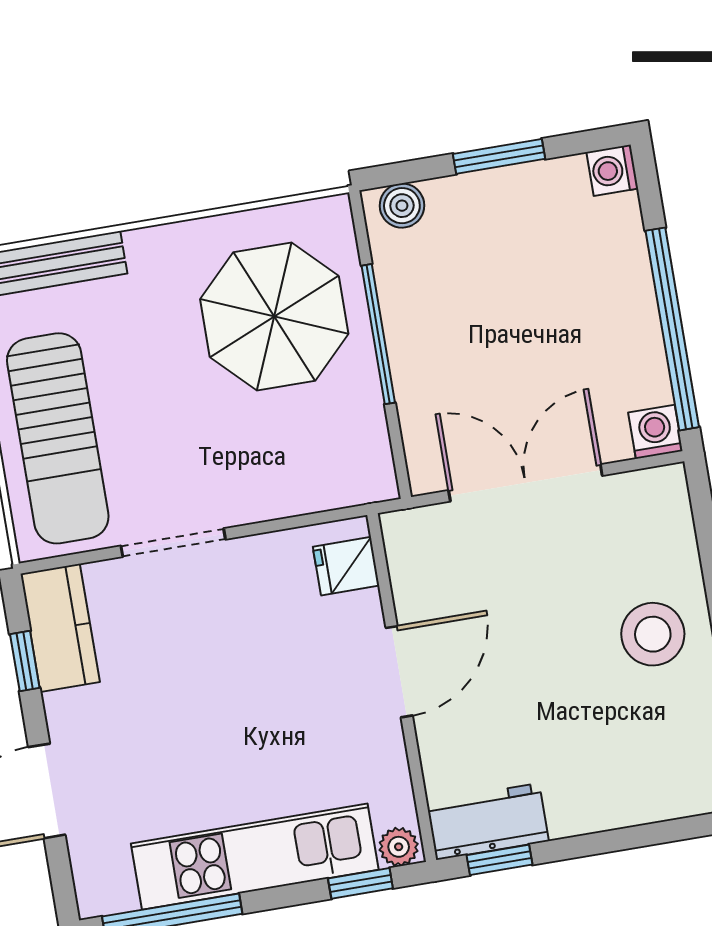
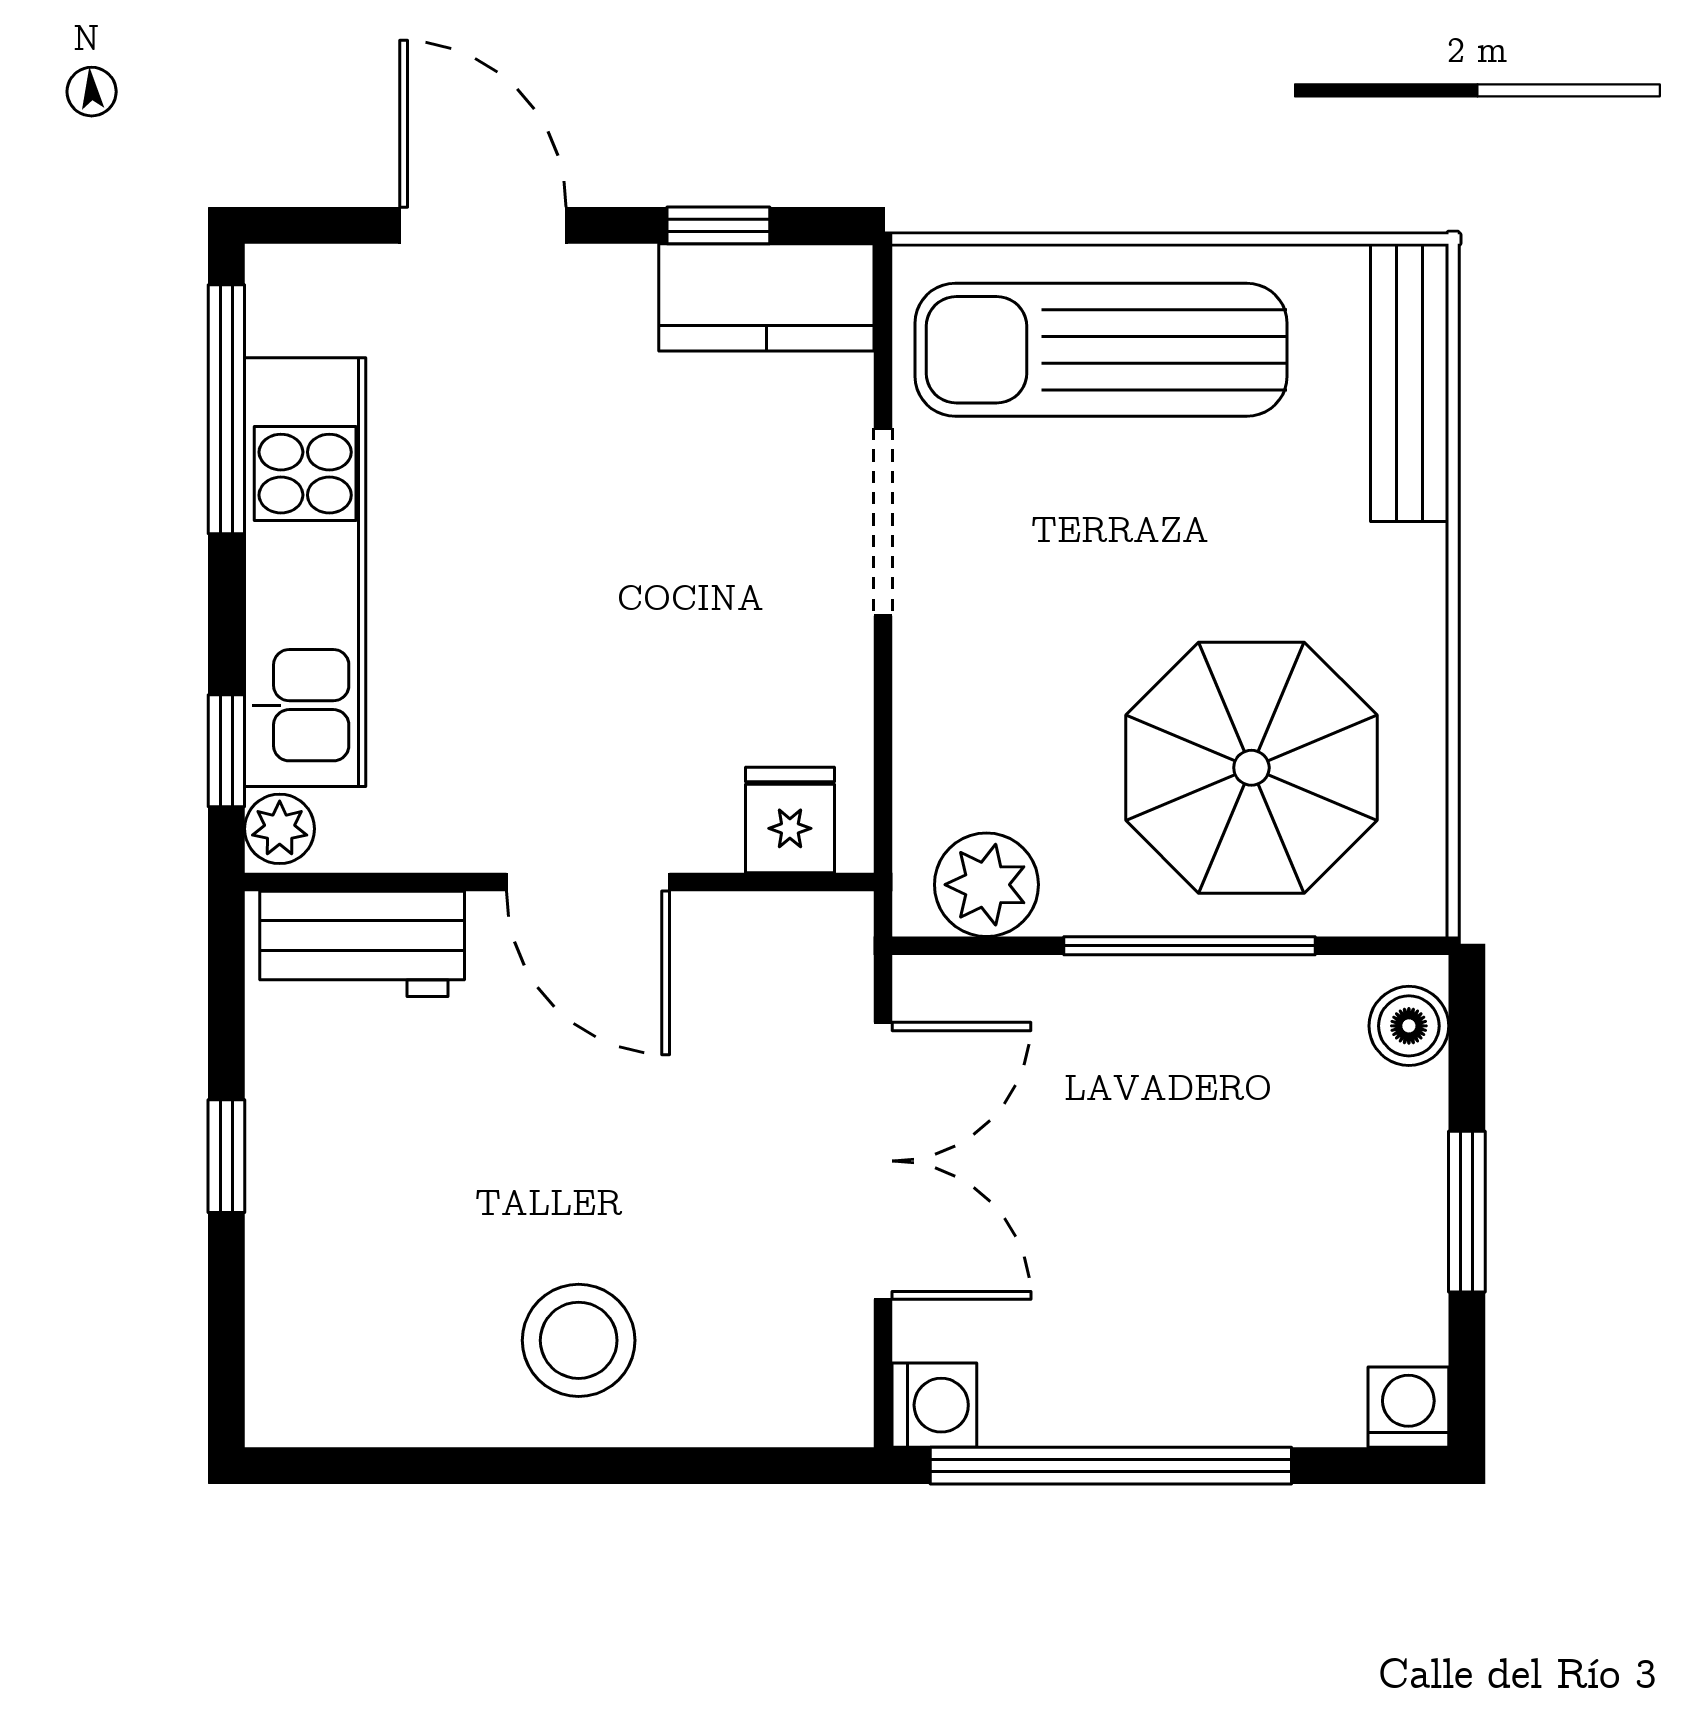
plant: (364, 452) -> (986, 885), added
workbench: (488, 822) -> (362, 944), moved, turned 90
window: (500, 860) -> (226, 1156), moved

